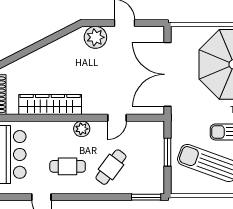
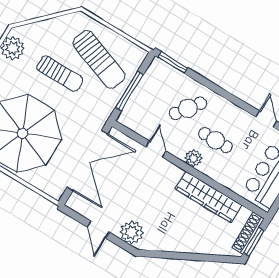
door: (117, 118) -> (156, 149), hinge flipped
window: (168, 152) -> (129, 91), width x1.44
cafe table: (68, 166) -> (216, 140), moved

